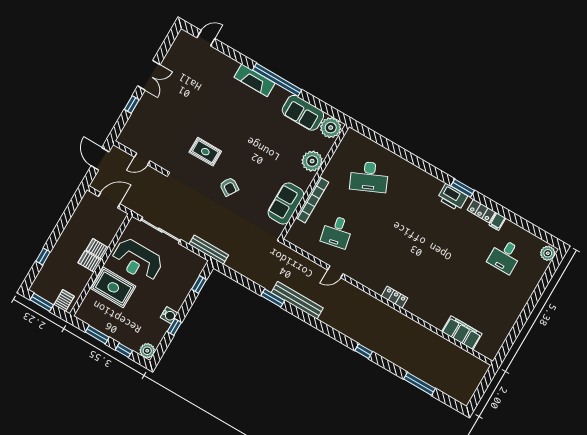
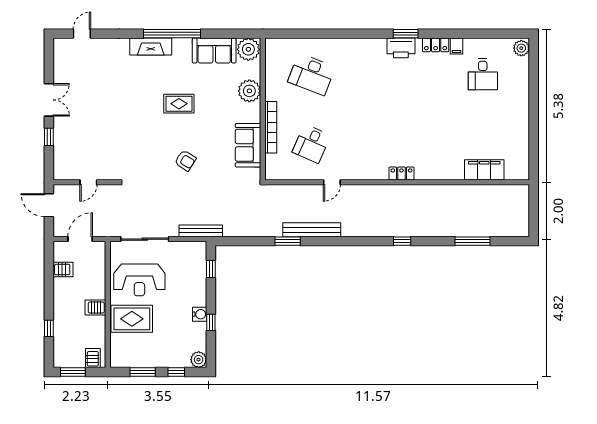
rug: (205, 152) -> (179, 104), moved
desk: (369, 177) -> (311, 74), turned 45
desk: (337, 232) -> (311, 144), turned 36
server rack: (97, 249) -> (63, 270), moved, turned 180

